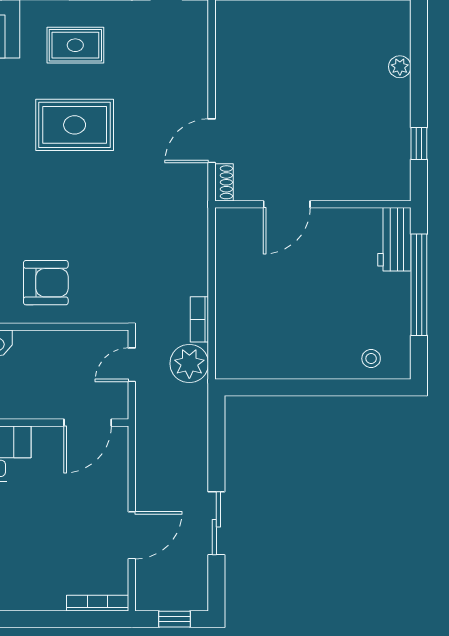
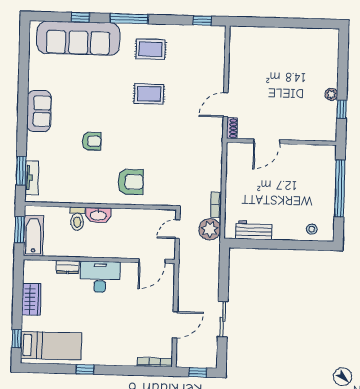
plant: (400, 67) -> (331, 94), moved
rug: (75, 125) -> (149, 94), width x0.73, depth x0.70
workbench: (394, 239) -> (254, 230), moved, turned 90

